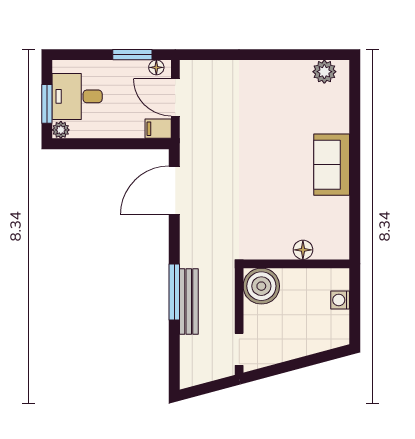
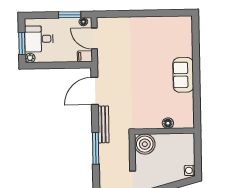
plant: (324, 72) -> (178, 22), removed
washing machine: (340, 300) -> (190, 170), moved
bench: (189, 302) -> (103, 124), moved

